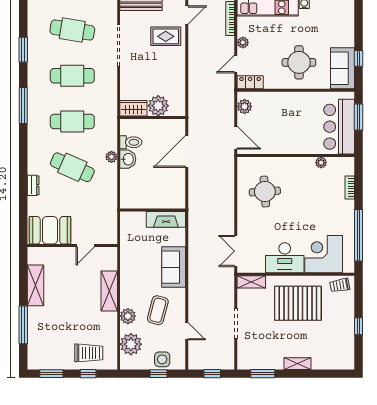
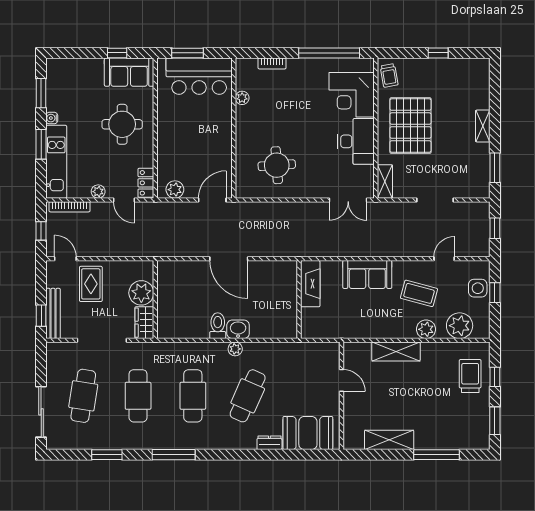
plant: (158, 106) -> (141, 293), moved
wardrobe: (133, 108) -> (144, 323), moved
wall: (153, 117) -> (155, 300), moved
booth: (50, 230) -> (308, 433), moved, turned 90

